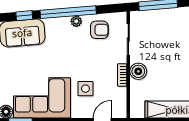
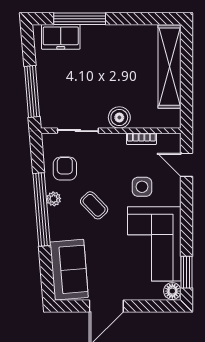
window: (24, 16) -> (46, 267), removed
coffee table: (71, 52) -> (94, 205), added
bookcase: (122, 75) -> (141, 139), moved

